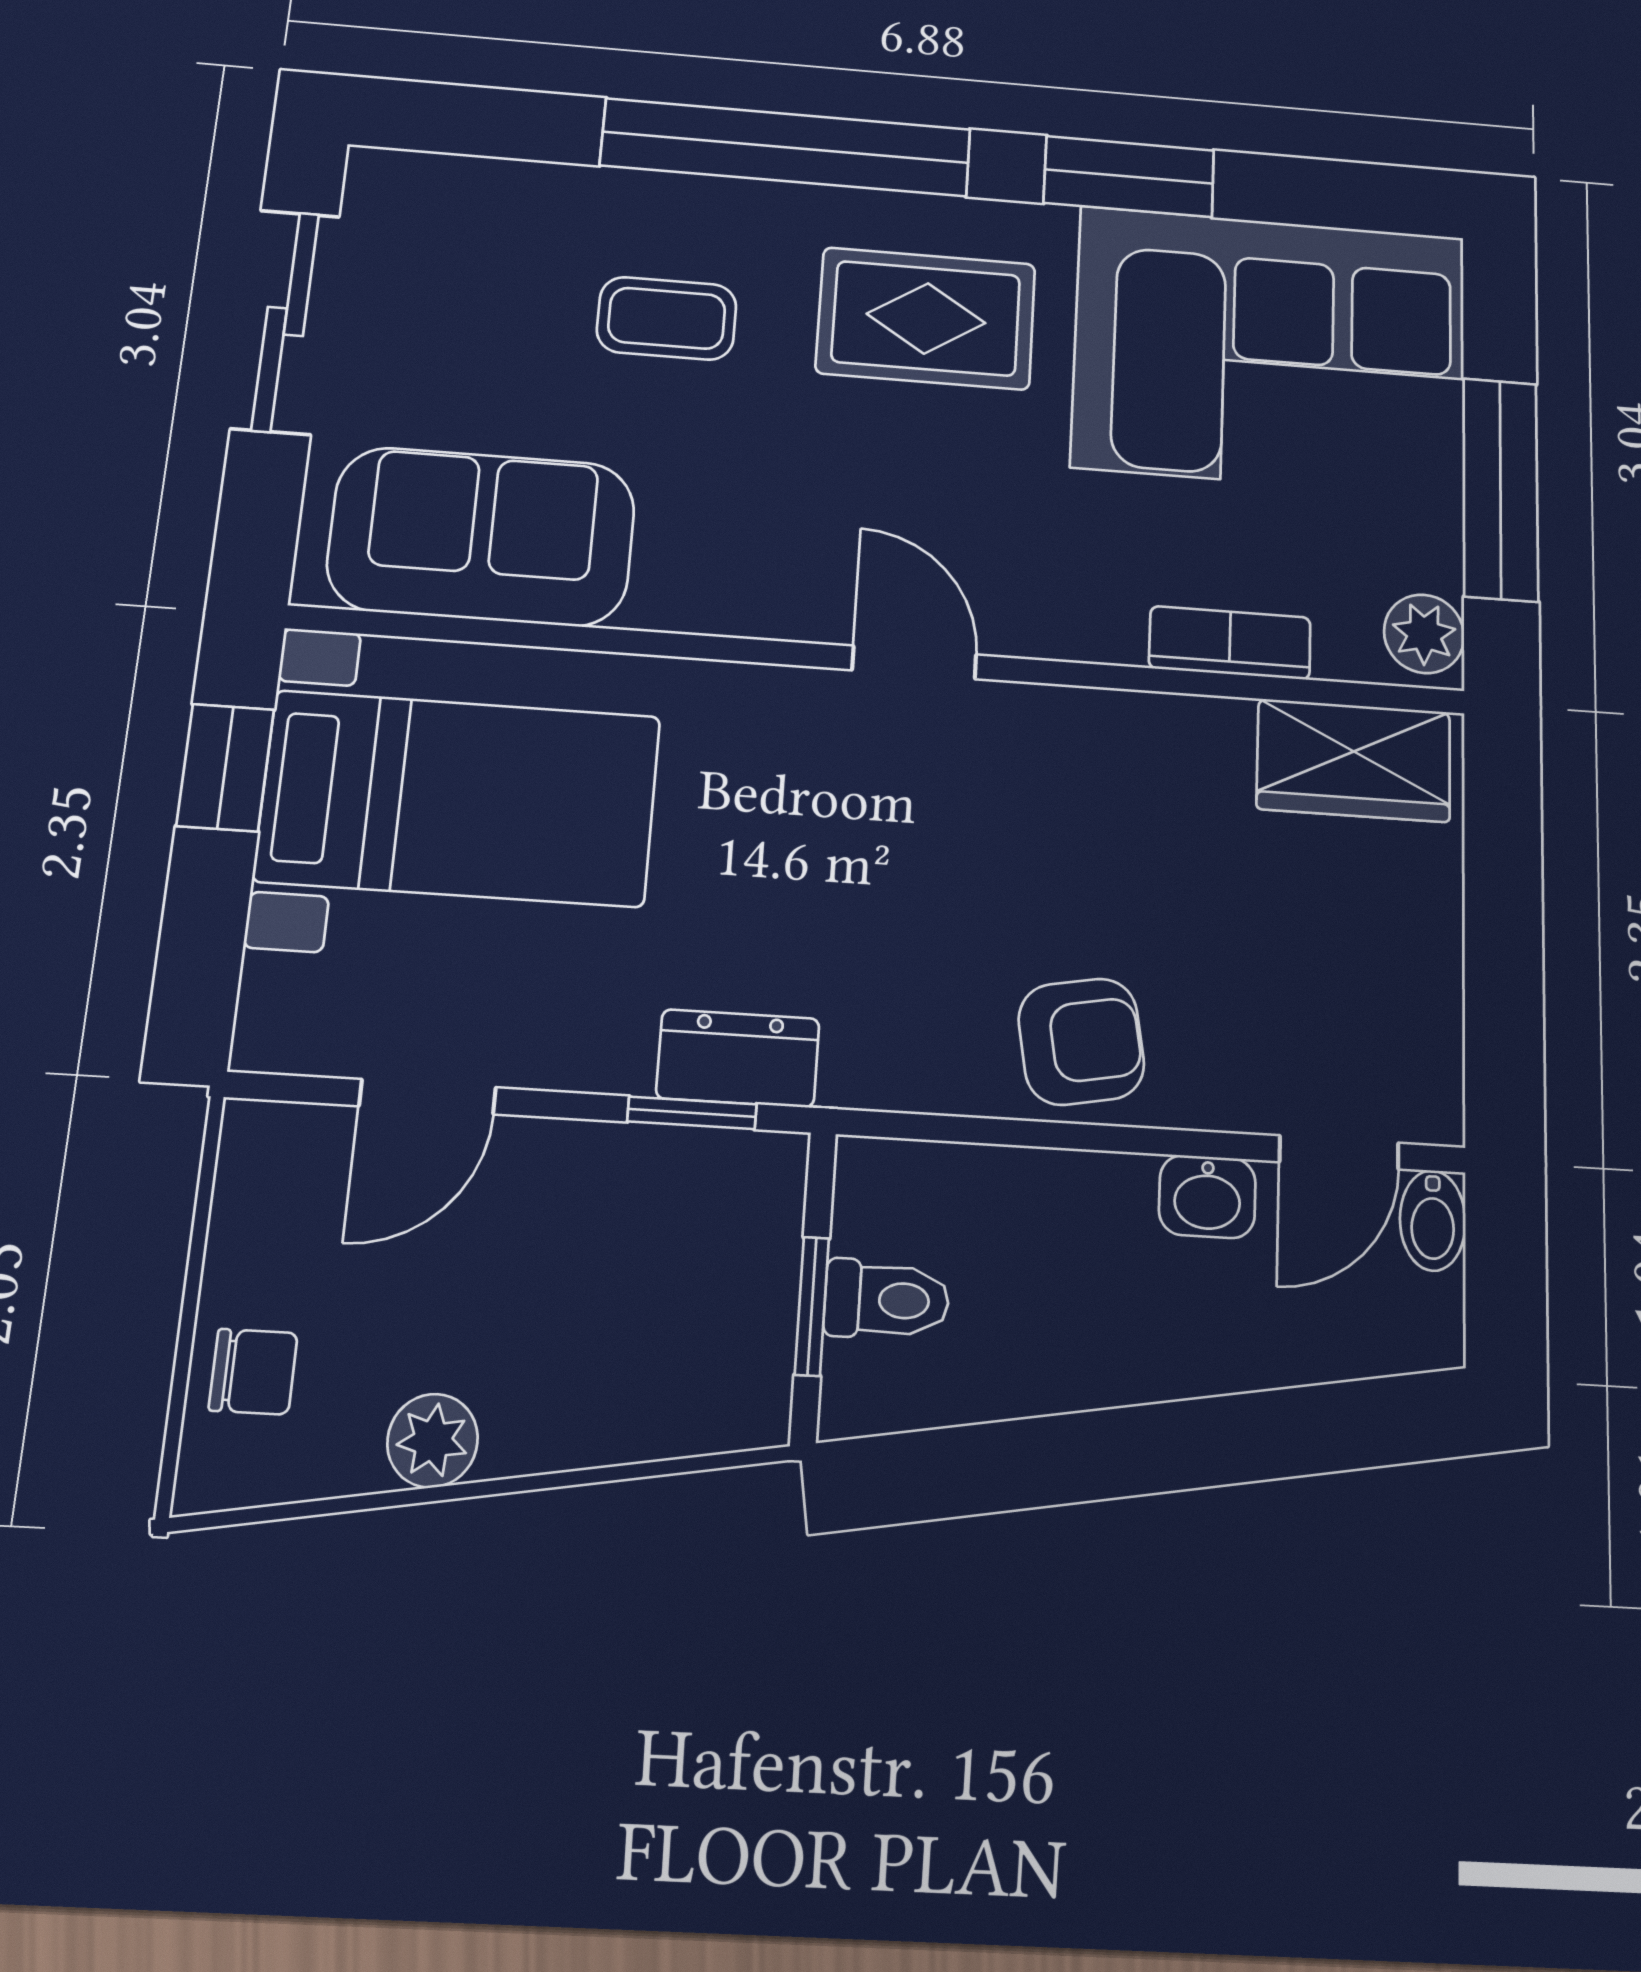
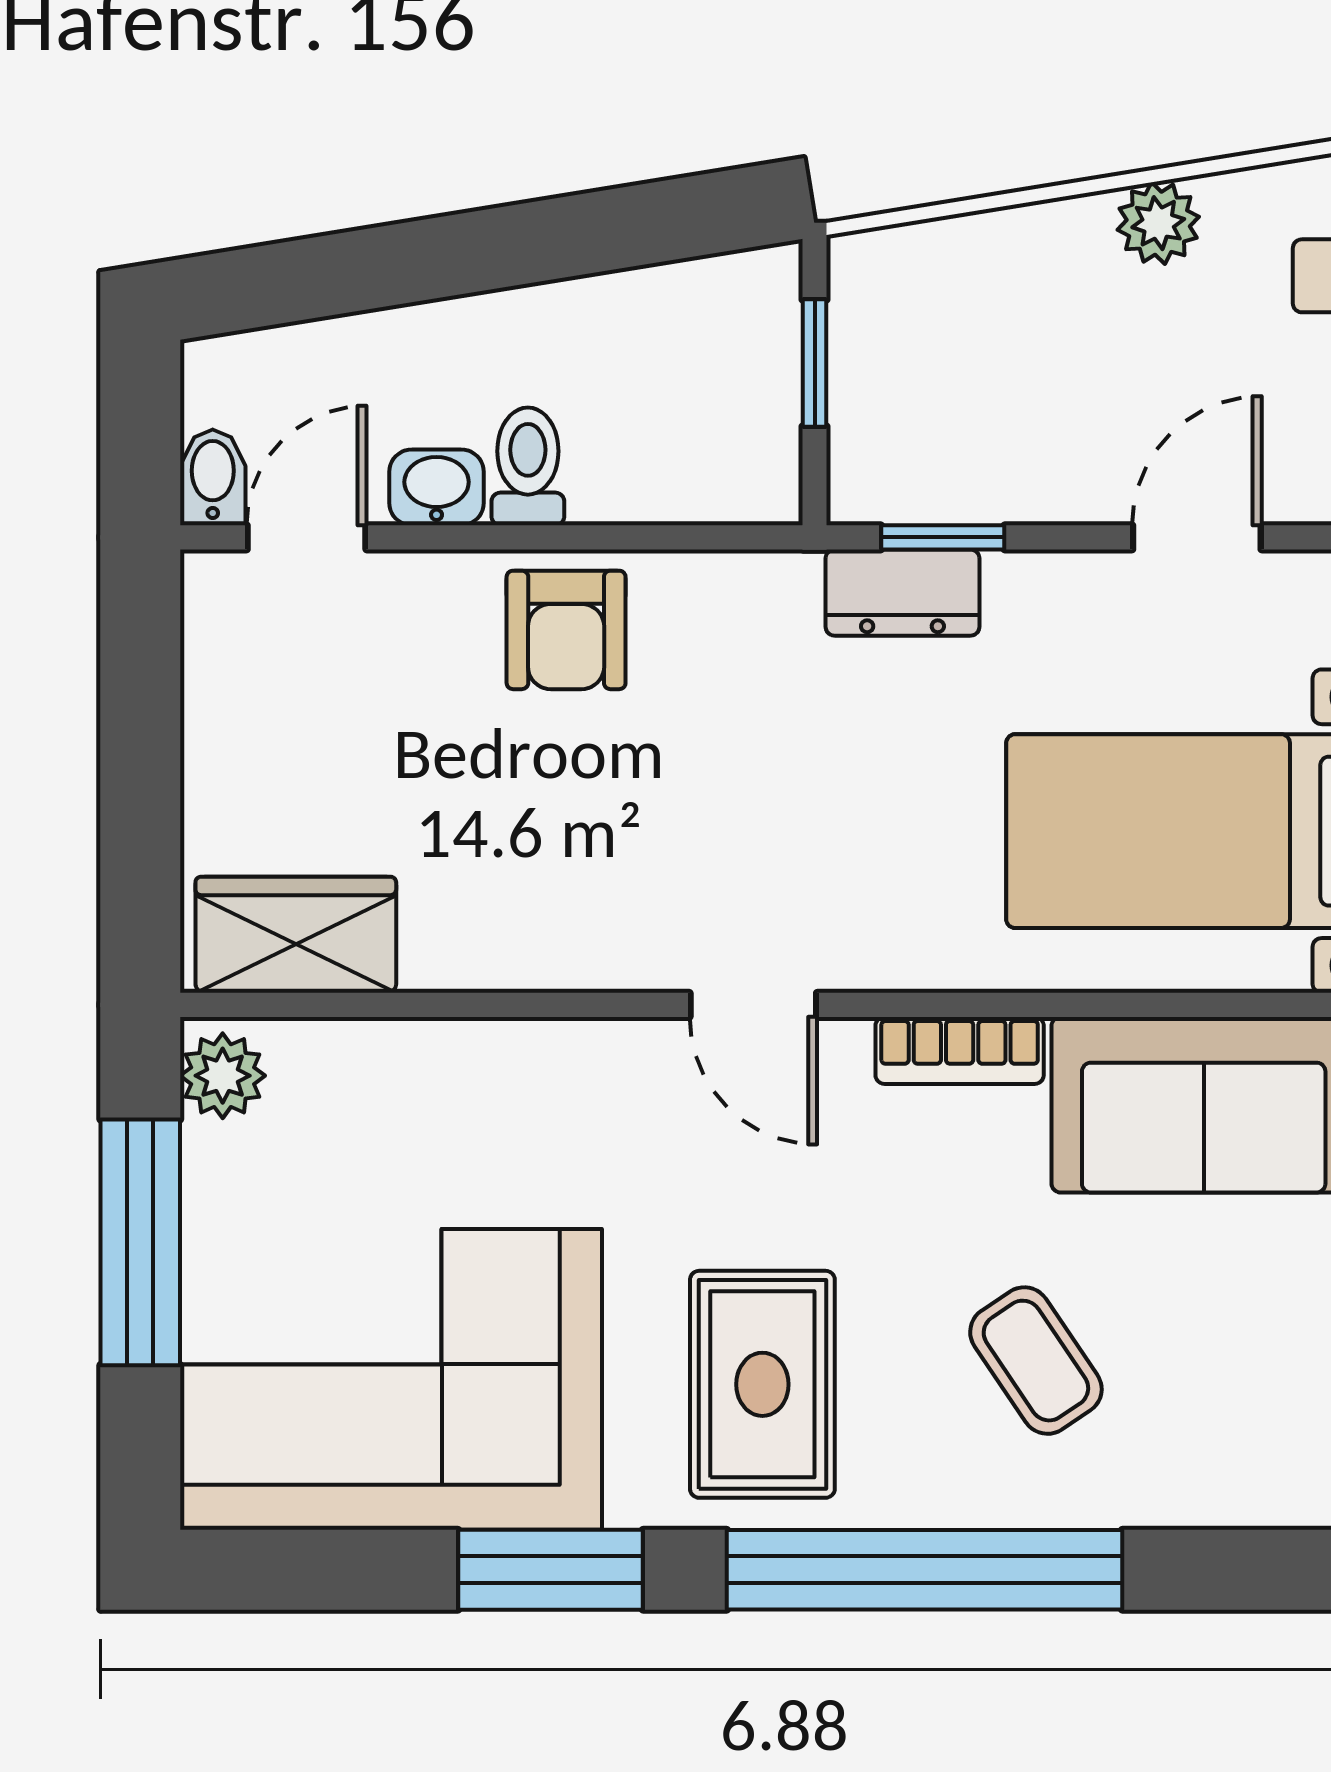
coffee table: (667, 318) -> (1036, 1361), turned 56
rug: (926, 318) -> (762, 1384), turned 90
bookcase: (1230, 643) -> (960, 1050), moved
armchair: (1081, 1042) -> (566, 630), turned -80
toilet: (887, 1300) -> (528, 466), moved, turned 90

